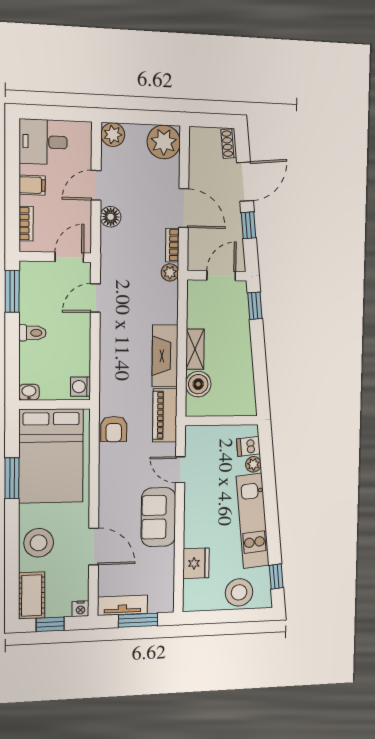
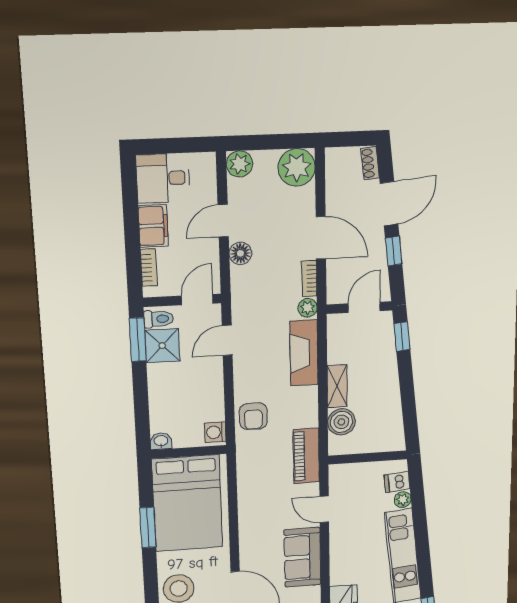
filing cabinet: (32, 185) -> (153, 226), width x2.00
shower: (35, 299) -> (162, 346), added
toilet: (32, 333) -> (159, 319), moved
fireplace: (165, 356) -> (304, 353), moved
armchair: (114, 429) -> (253, 416), moved

